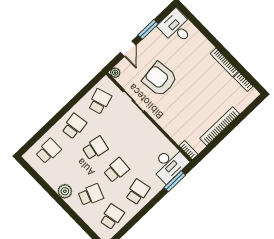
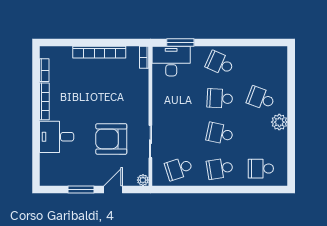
desk: (176, 27) -> (57, 137), moved, turned 90
armchair: (160, 79) -> (111, 139), turned 97
school desk: (138, 192) -> (220, 63), turned 36
school desk: (112, 217) -> (261, 63), removed

